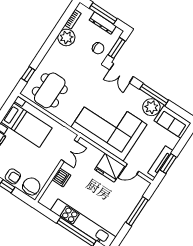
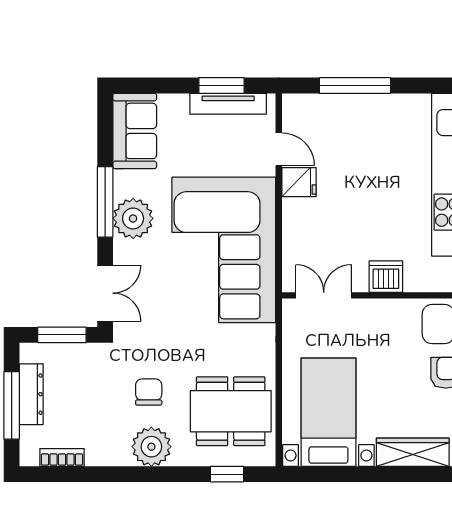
plant: (66, 37) -> (151, 447), moved
chair: (98, 48) -> (149, 392), moved
plant: (151, 107) -> (133, 218), moved
fridge: (110, 168) -> (299, 182), width x0.53, depth x0.75

